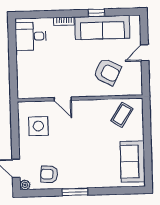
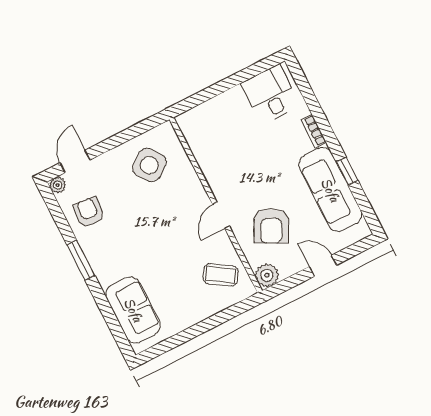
plant: (135, 88) -> (267, 275), added
door: (63, 99) -> (221, 215), moved
side table: (38, 126) -> (149, 165), turned -35
sofa: (133, 162) -> (133, 310), moved, turned 90

